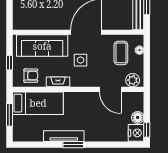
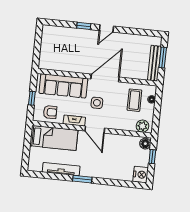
door: (110, 89) -> (95, 130), moved
window: (9, 115) -> (27, 146), removed
floor lamp: (138, 117) -> (145, 144), moved
window: (147, 130) -> (152, 157), moved
tv unit: (64, 136) -> (61, 169), moved

